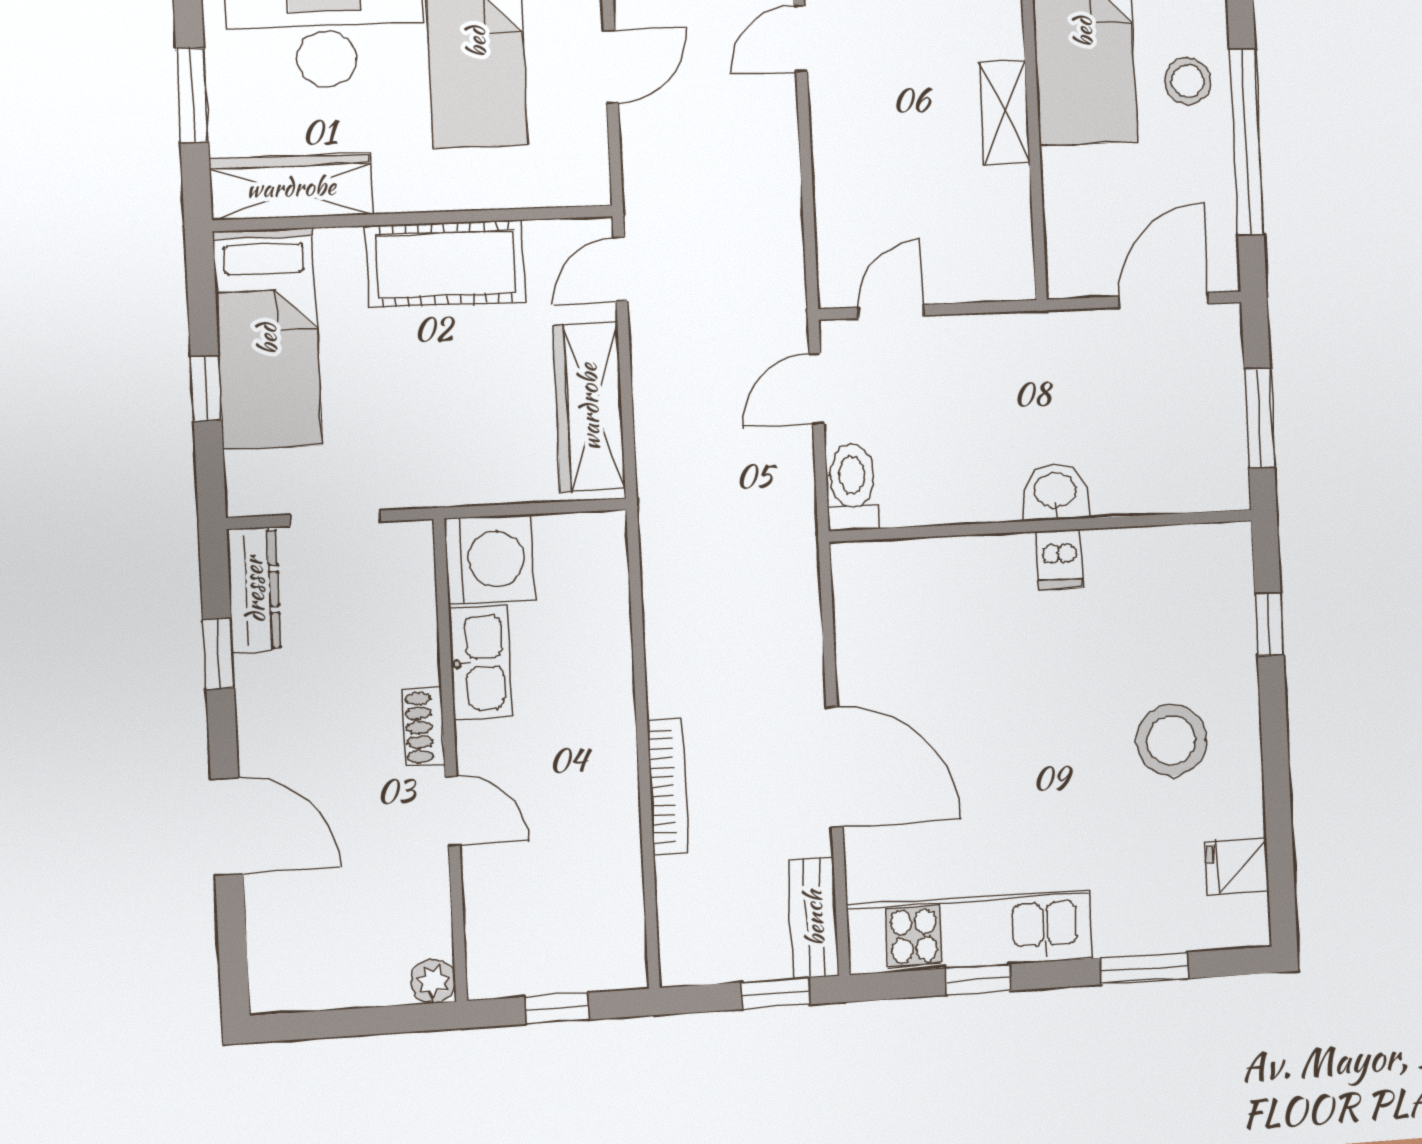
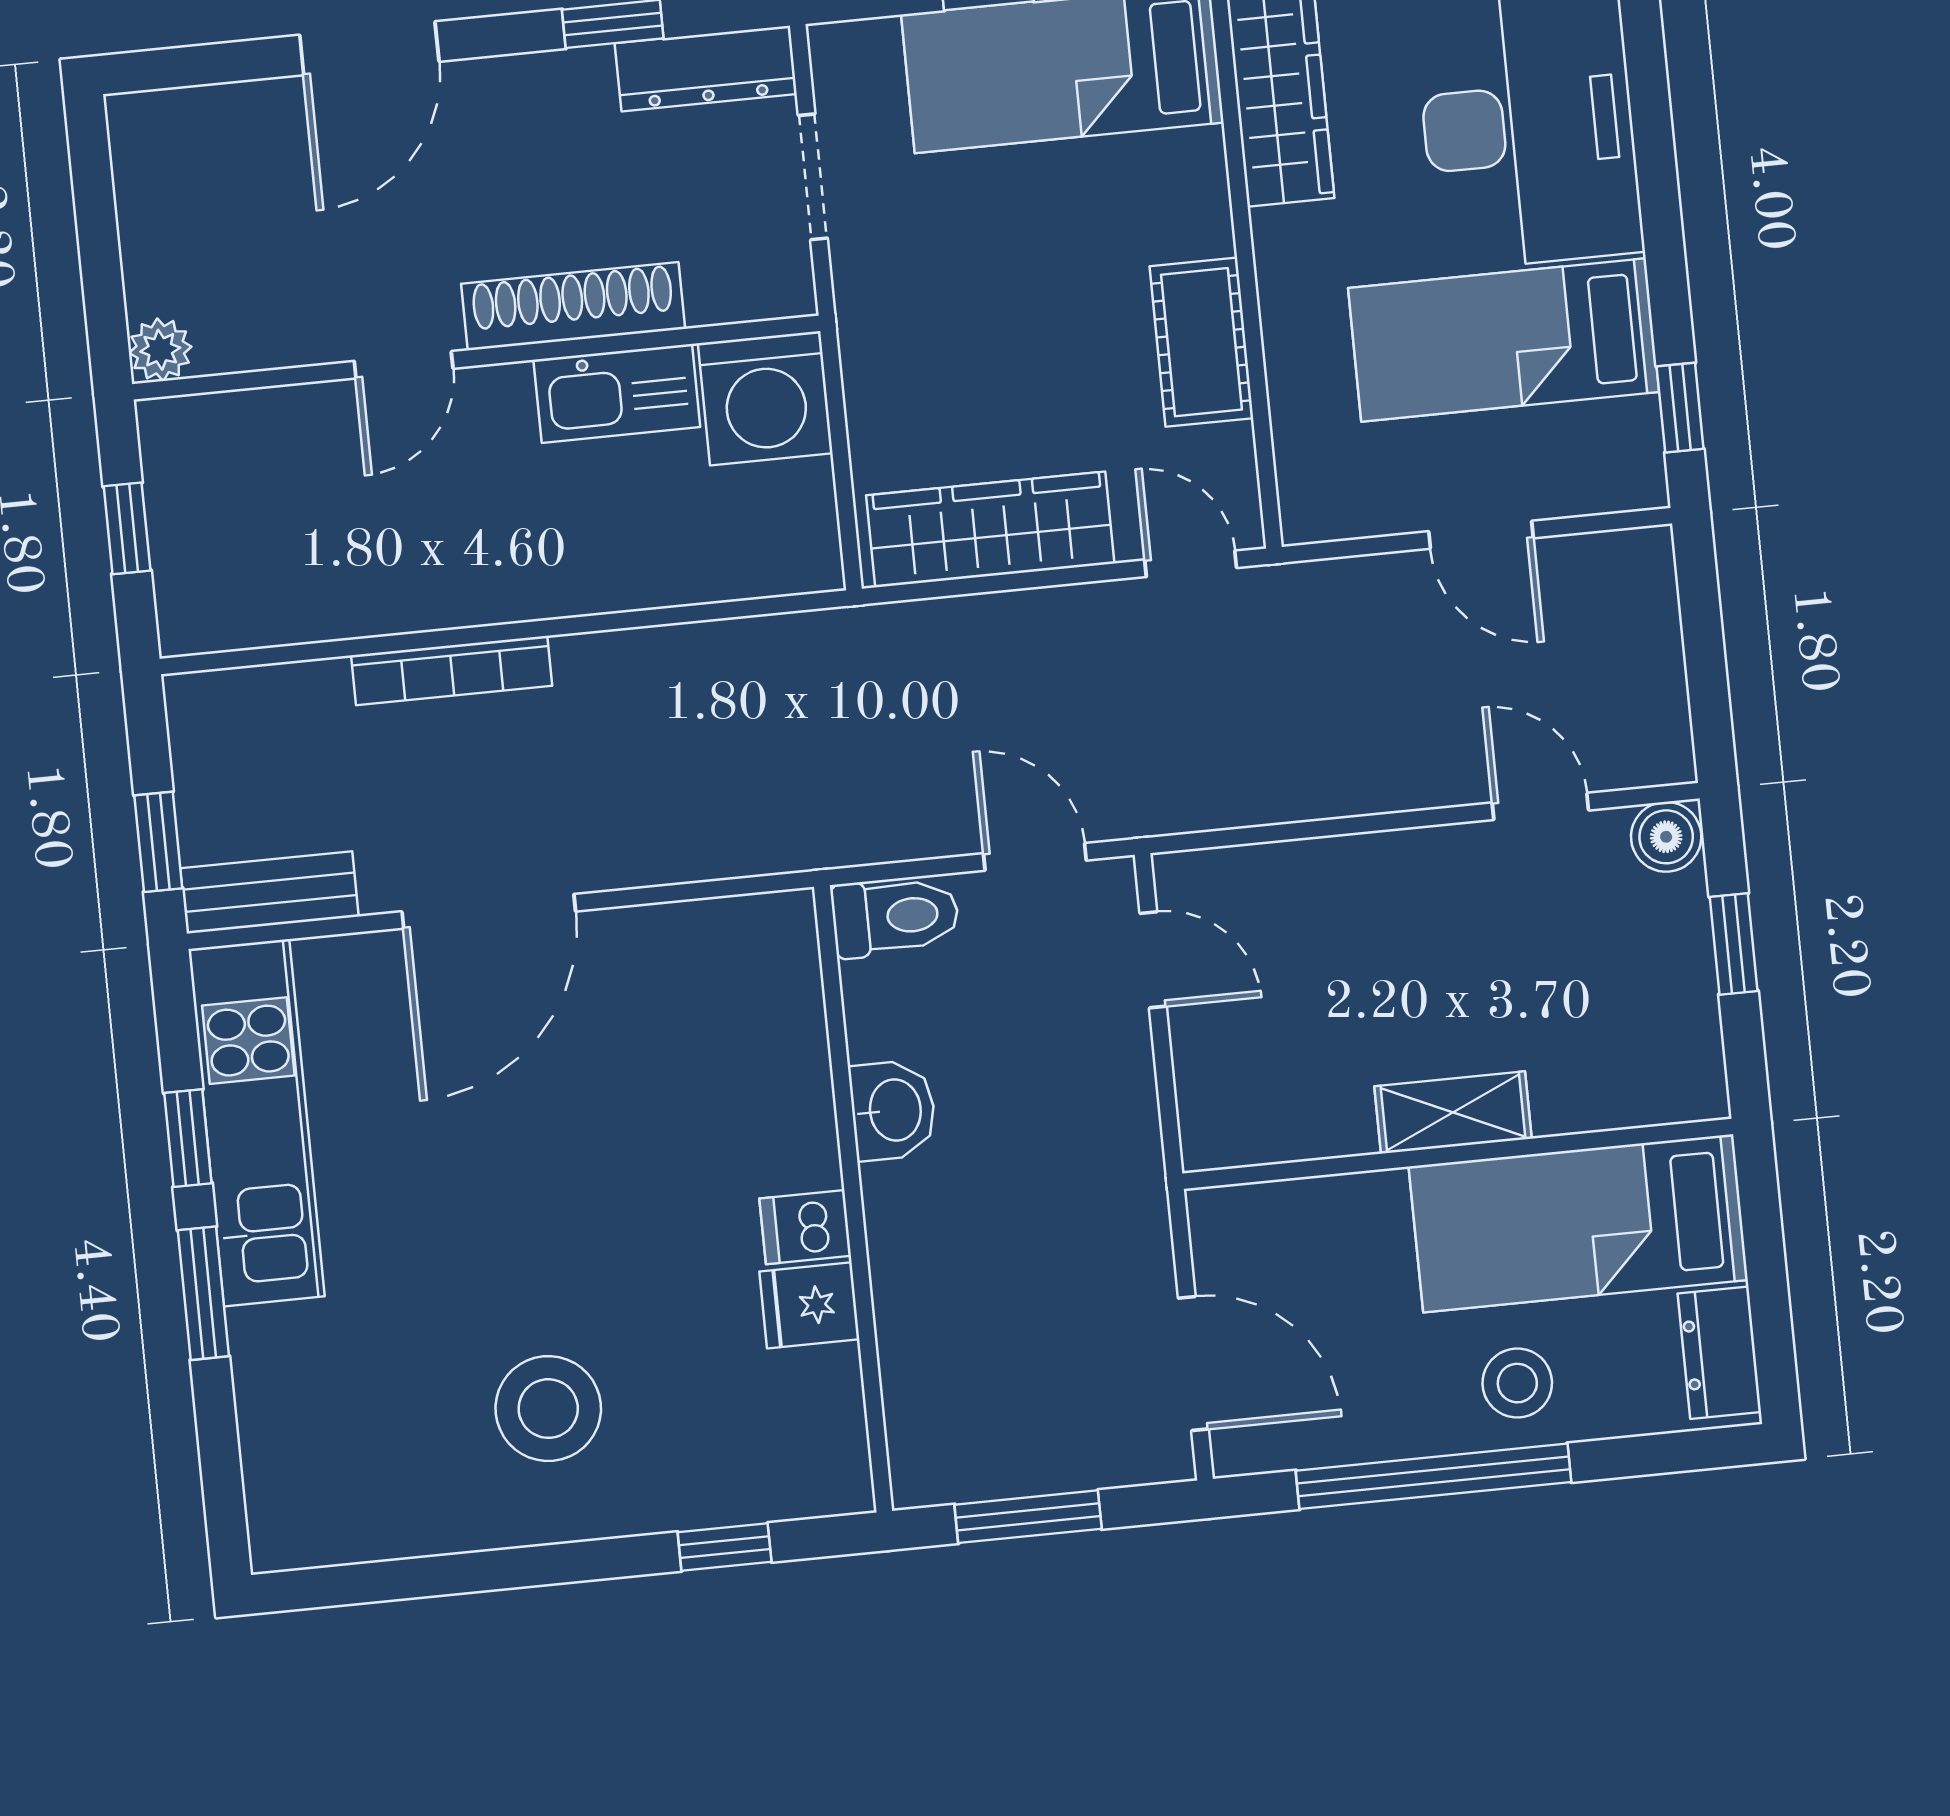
cot: (446, 264) -> (1201, 342), width x0.73, depth x0.75
washbasin: (1055, 492) -> (893, 1110), moved
shoe rack: (424, 727) -> (573, 306), width x1.94, depth x1.24
fridge: (1237, 866) -> (809, 1305), moved, turned -90
window: (1144, 968) -> (203, 1293), moved

